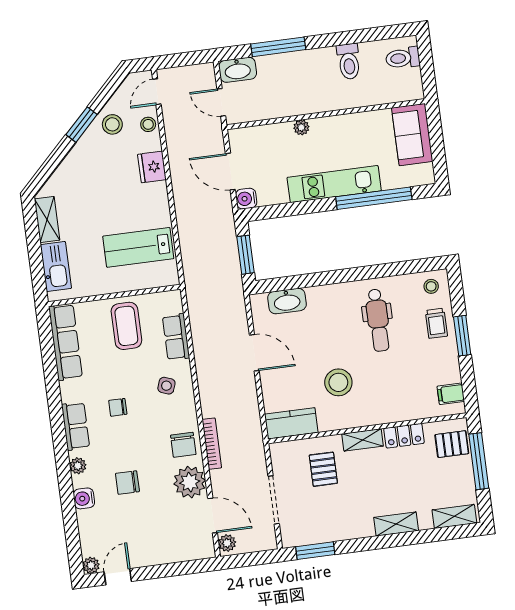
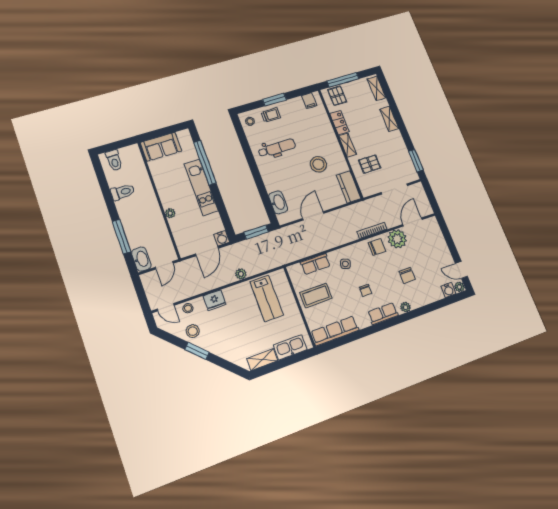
water cooler: (84, 498) -> (448, 290), moved
plant: (227, 543) -> (241, 274), moved

